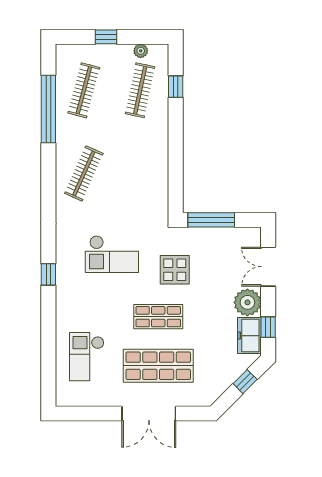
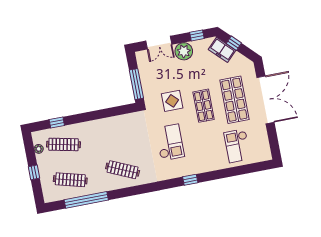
freezer: (249, 336) -> (222, 50), moved, turned 45
checkout: (87, 357) -> (237, 146), turned 90
double door: (149, 413) -> (265, 100), width x1.36

